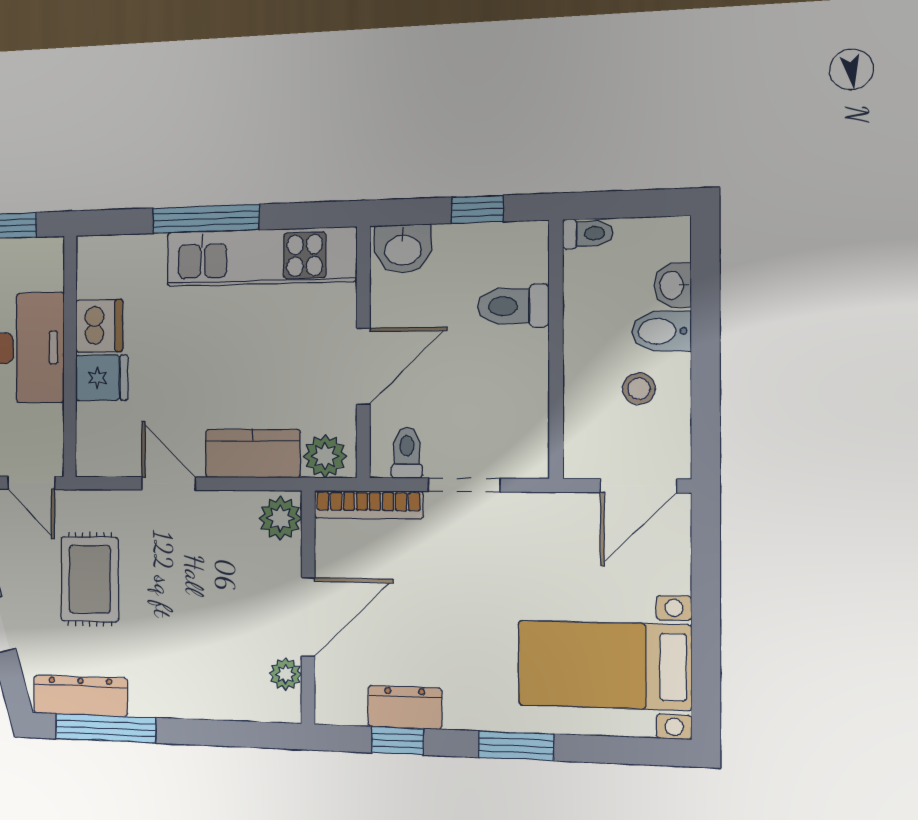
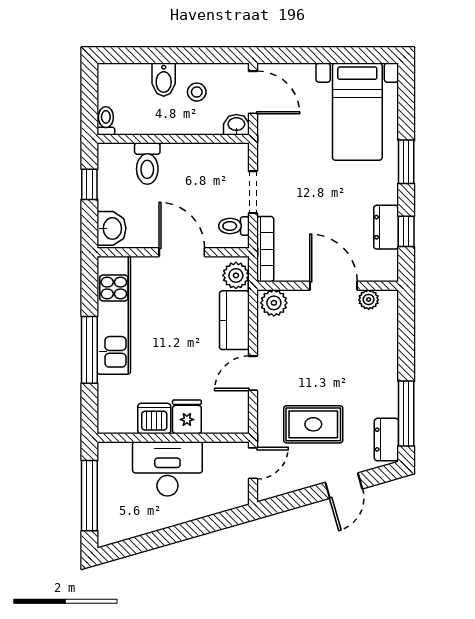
washbasin: (673, 285) -> (236, 125), moved, turned 180
dresser: (80, 696) -> (386, 440), width x0.70

